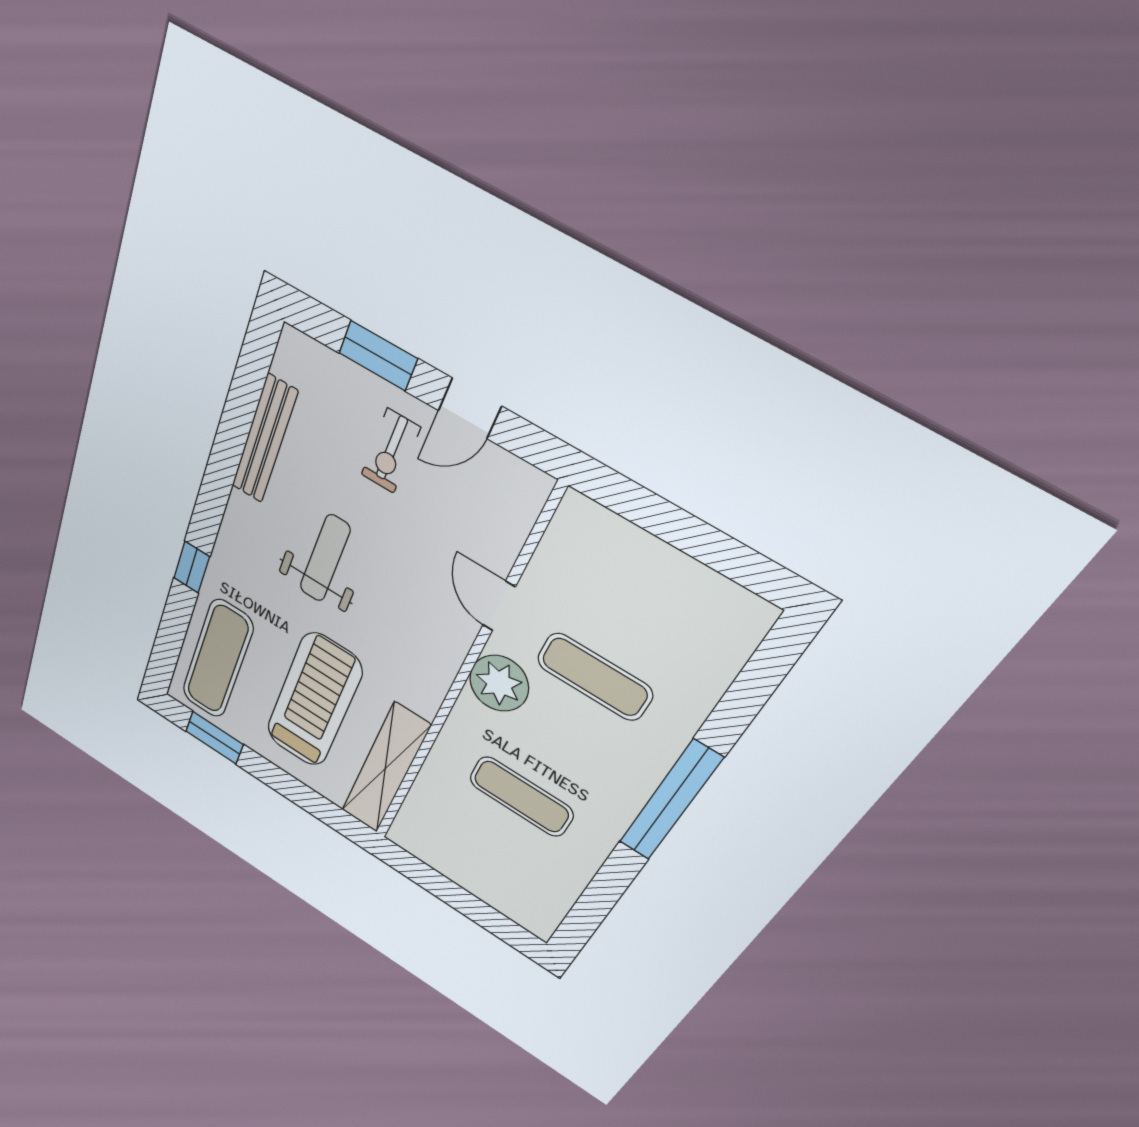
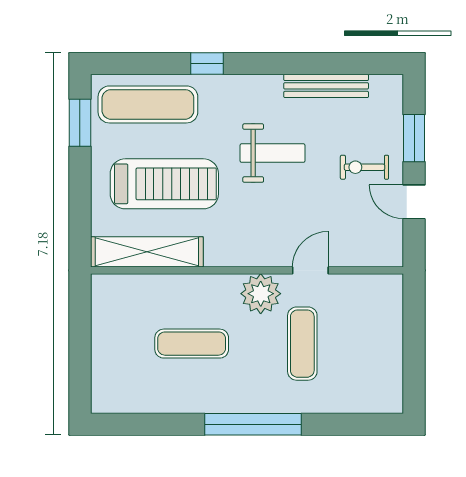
exercise mat: (521, 797) -> (192, 344), turned 90

